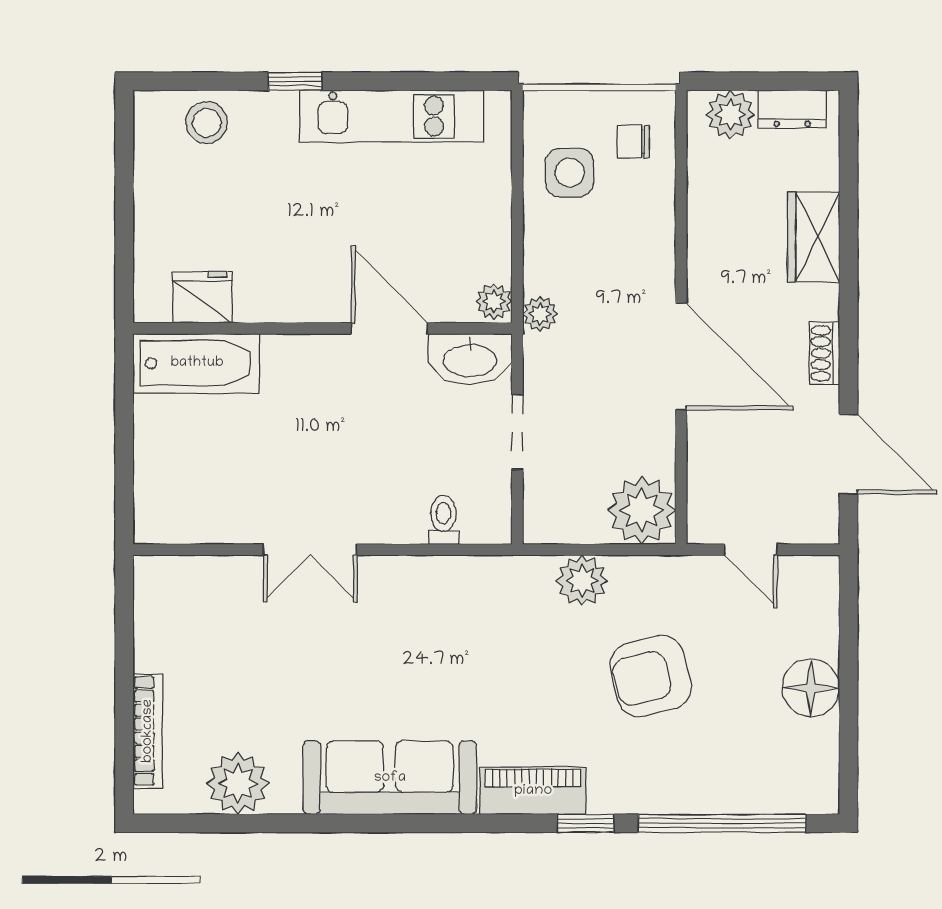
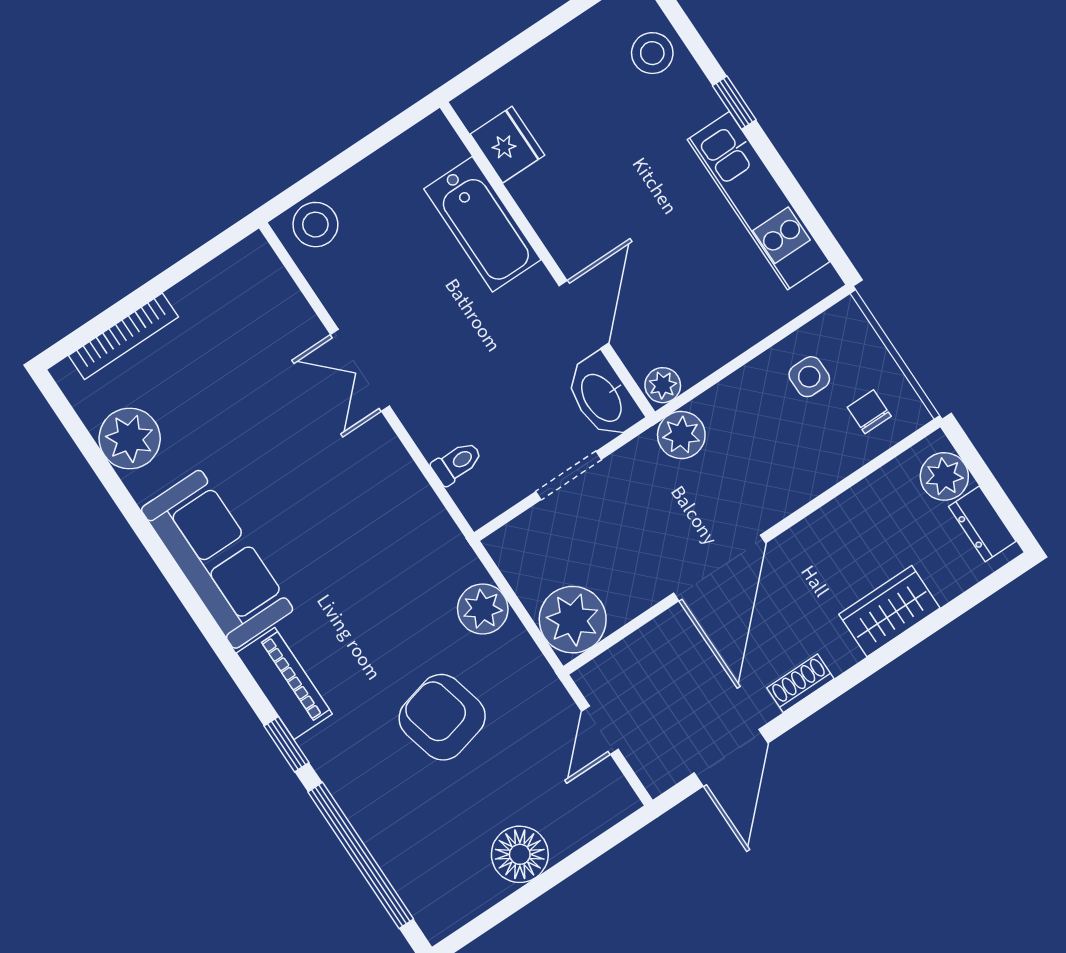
side table: (570, 173) -> (809, 377), width x0.73, depth x0.73
plant: (540, 314) -> (681, 435), width x1.38, depth x1.38
bathtub: (197, 363) -> (482, 224), moved
stool: (162, 505) -> (315, 225), added

